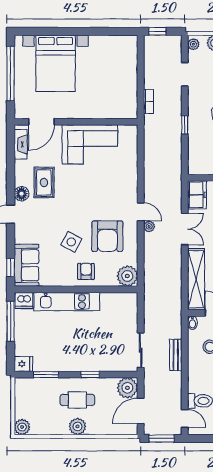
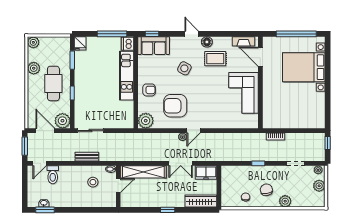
side table: (71, 242) -> (184, 68), moved
cafe table: (77, 400) -> (53, 83), width x1.37, depth x1.35
plant: (77, 426) -> (34, 68), moved

